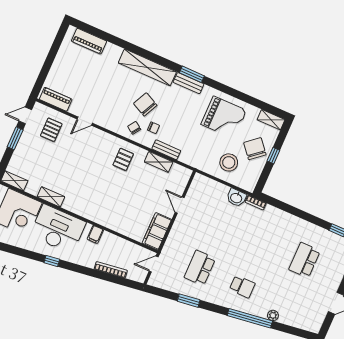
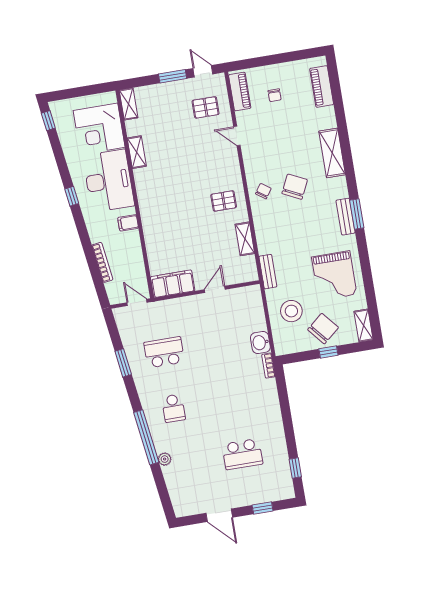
shelving: (147, 67) -> (332, 153), width x0.68
chair: (154, 128) -> (275, 95), moved
bench: (166, 150) -> (268, 272), moved
school desk: (305, 260) -> (242, 454), turned 180

